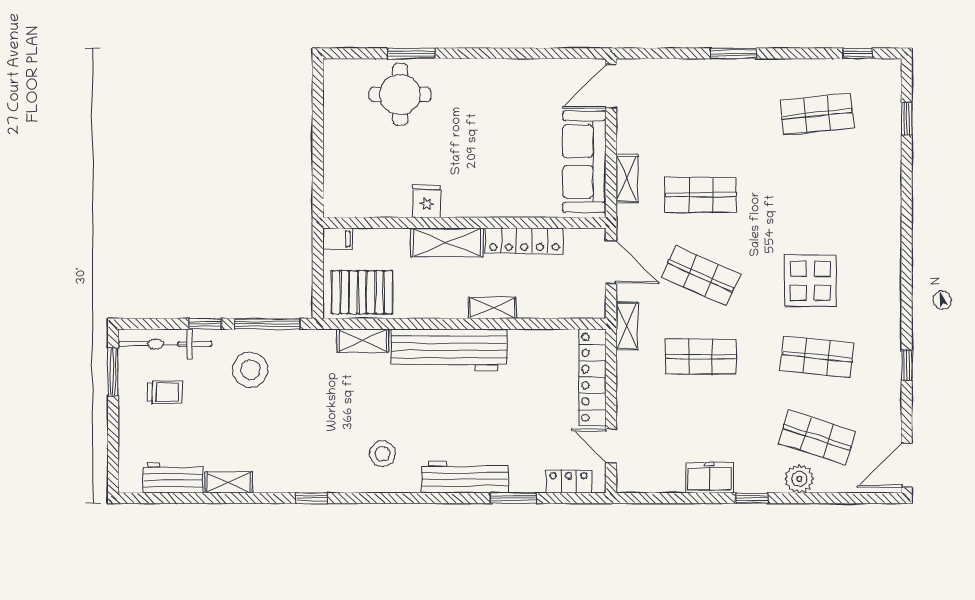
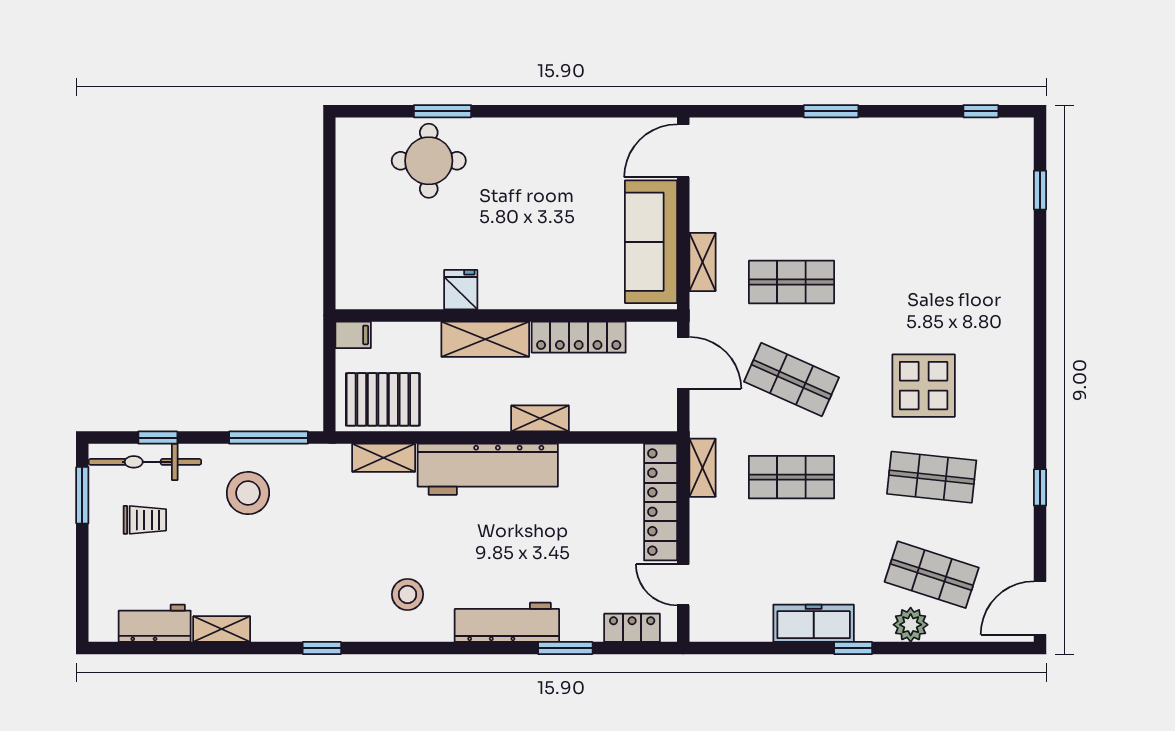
shop shelf: (817, 114) -> (932, 184), removed
window: (205, 324) -> (158, 438), moved
shelving: (627, 326) -> (702, 468), moved
freezer: (709, 478) -> (814, 623), width x1.40

